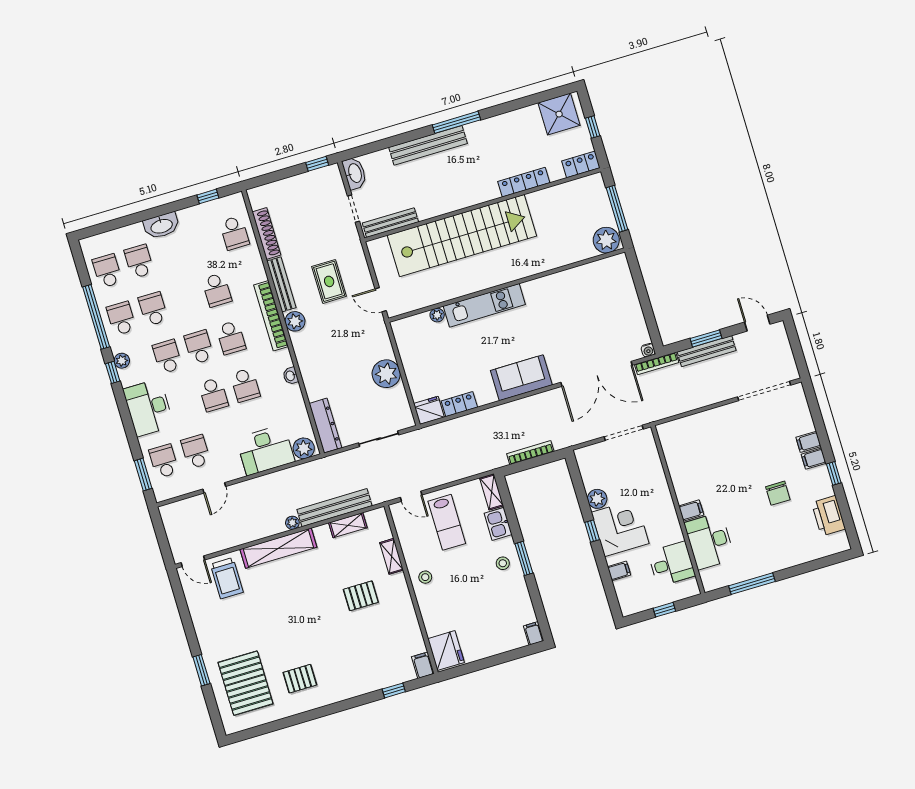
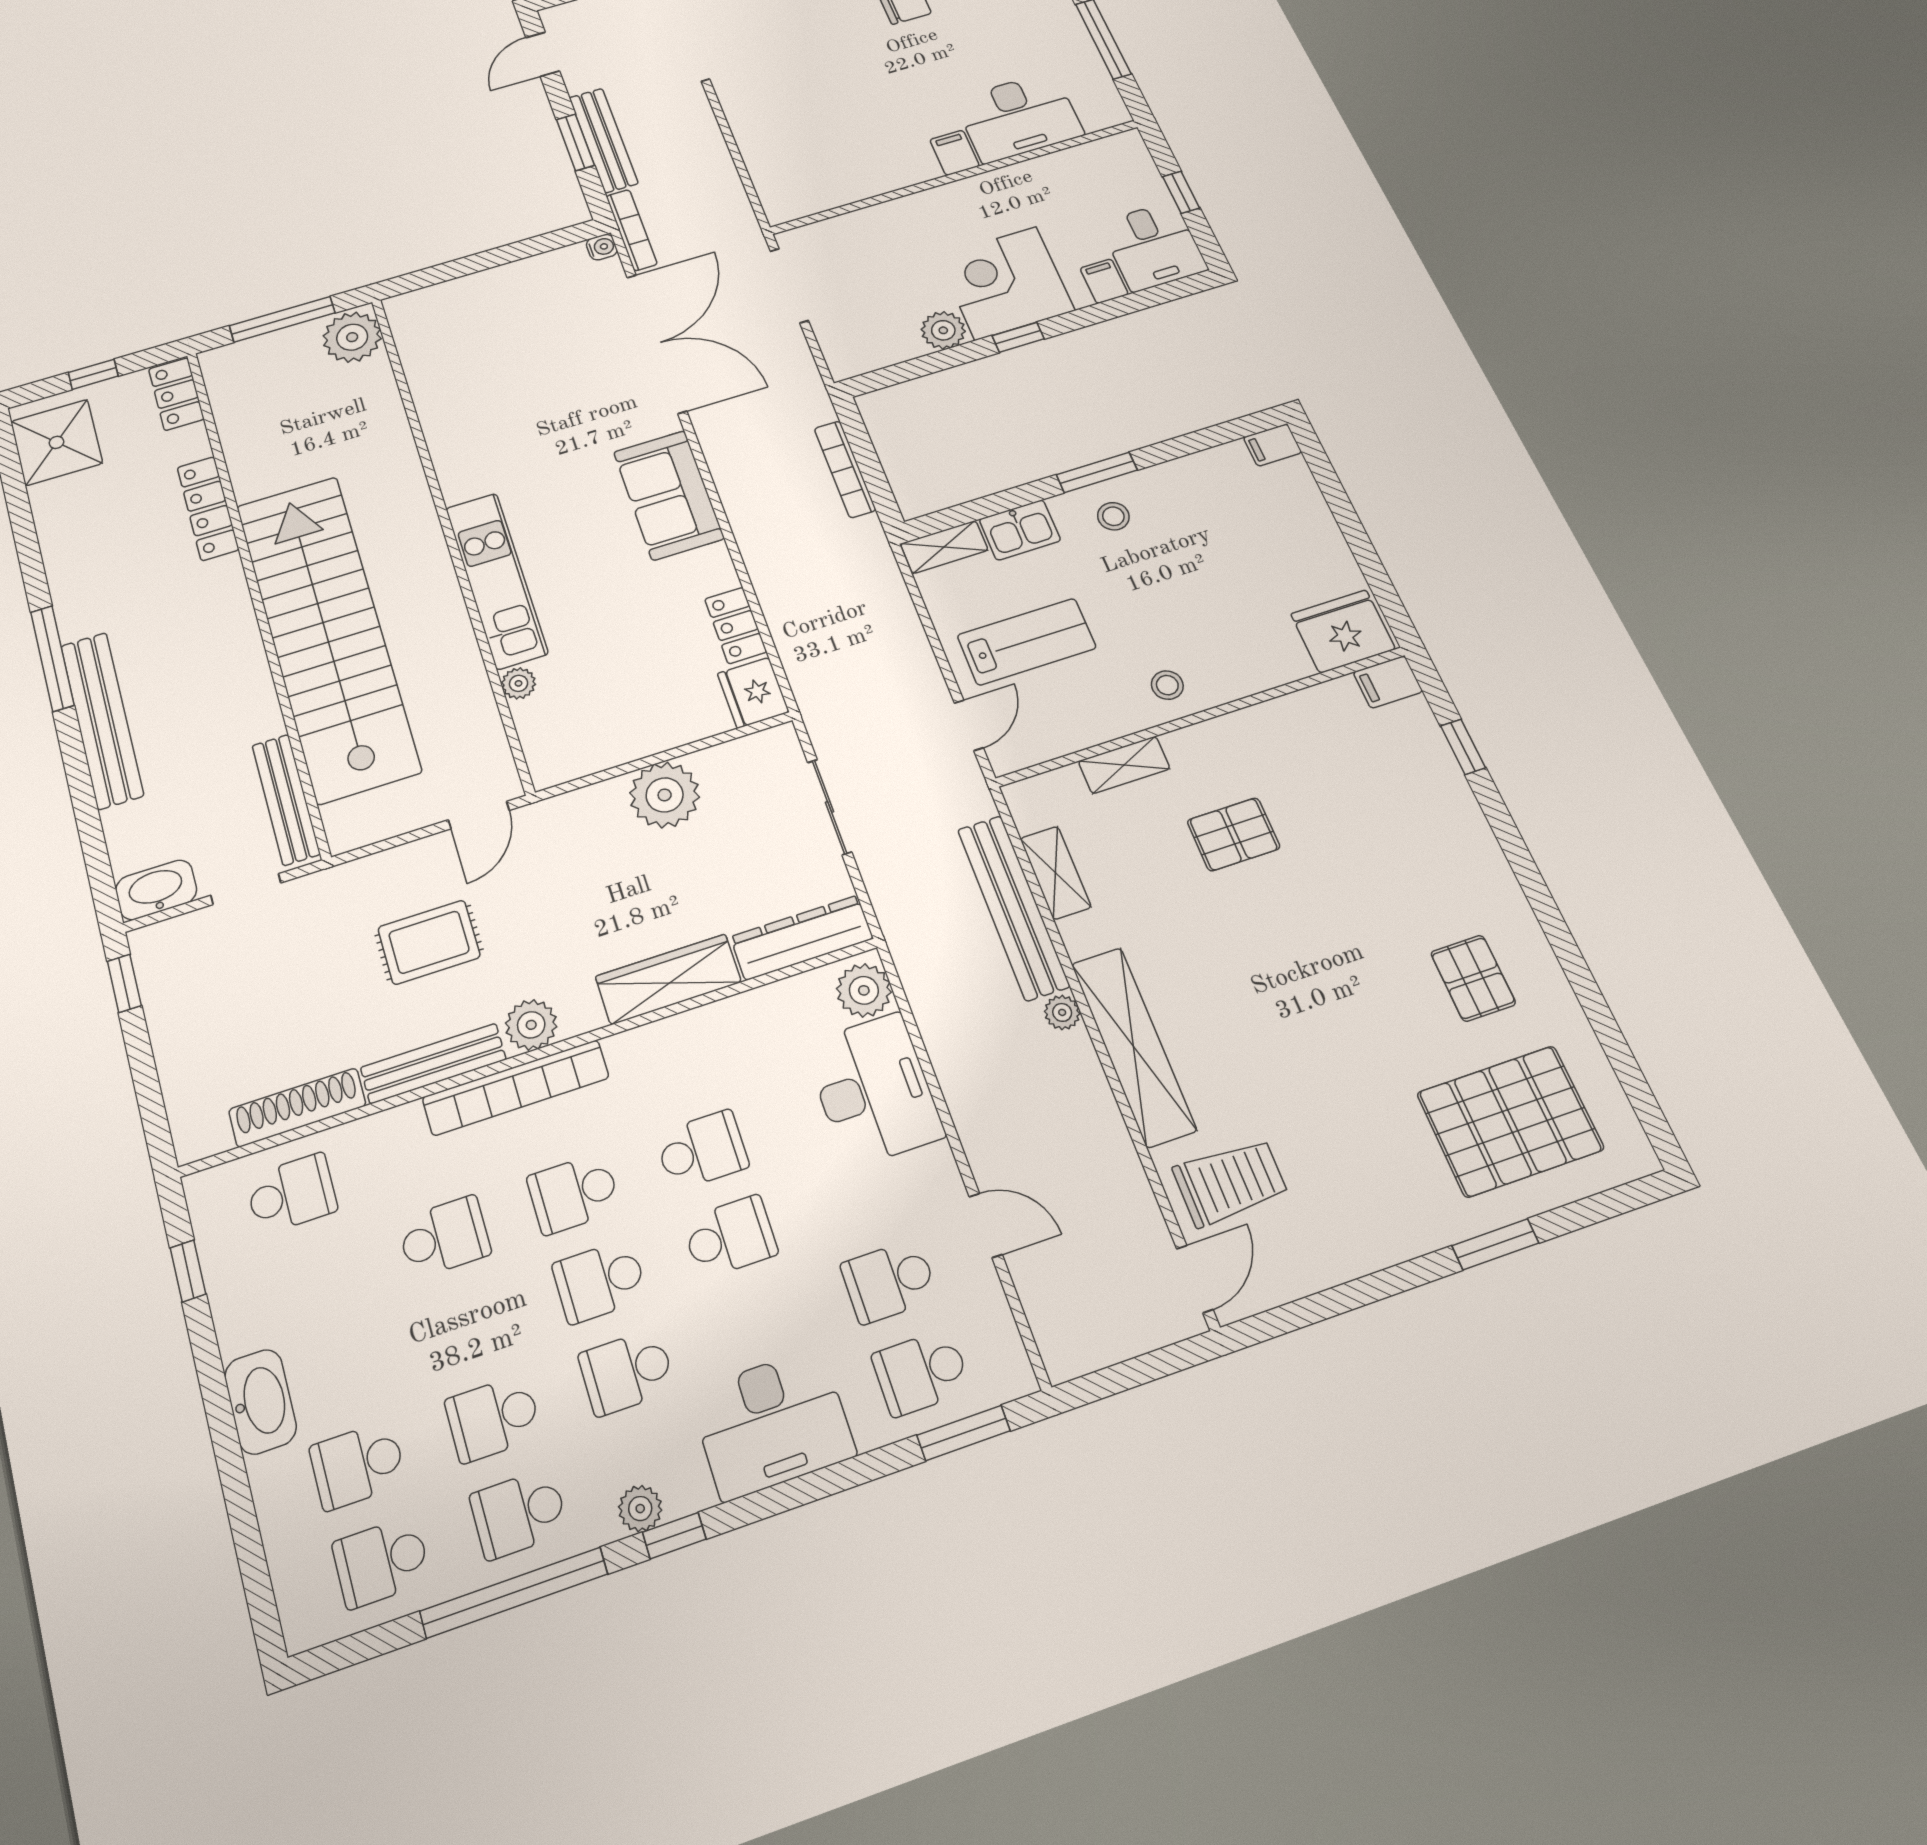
school desk: (231, 338) -> (574, 1193), turned 180
wardrobe: (311, 374) -> (668, 979), added
washbasin: (291, 376) -> (674, 1031), removed
desk: (671, 564) -> (1153, 246), moved, turned 180
pallet: (361, 596) -> (1234, 834), turned 90

